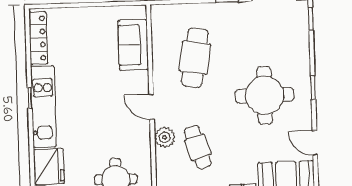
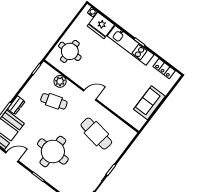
locker: (38, 38) -> (164, 69), width x0.66
sofa: (133, 45) -> (149, 103), moved, turned -90
plant: (165, 137) -> (60, 81), moved

